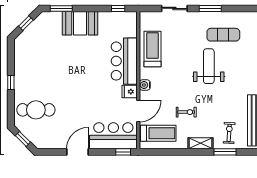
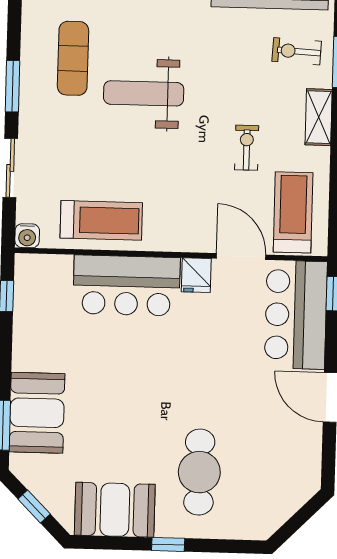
booth: (80, 23) -> (37, 413), moved
treadmill: (152, 49) -> (101, 220), turned 180
booth: (26, 59) -> (115, 510), added
water cooler: (145, 85) -> (27, 236), moved
cafe table: (36, 110) -> (199, 472), moved
window: (23, 139) -> (297, 521), removed

